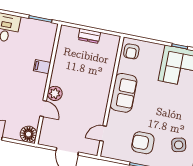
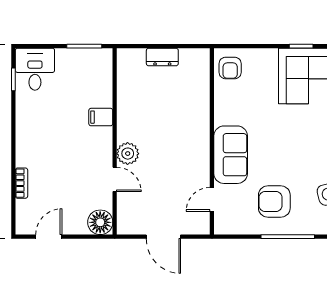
sofa: (124, 93) -> (231, 155), moved

